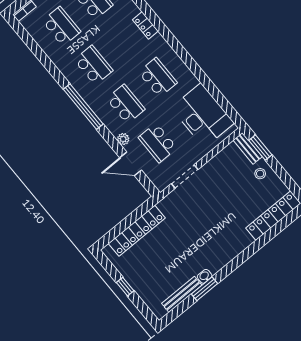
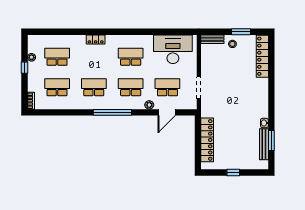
school desk: (158, 143) -> (167, 87), turned 180
window: (260, 148) -> (241, 32), moved
window: (204, 289) -> (271, 140), moved

